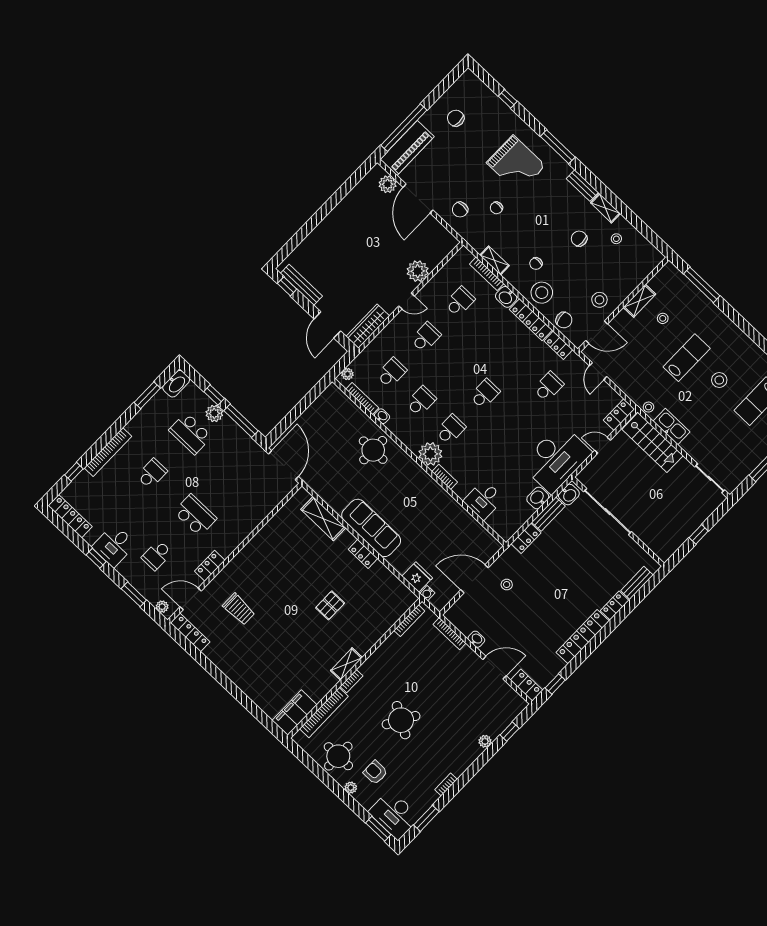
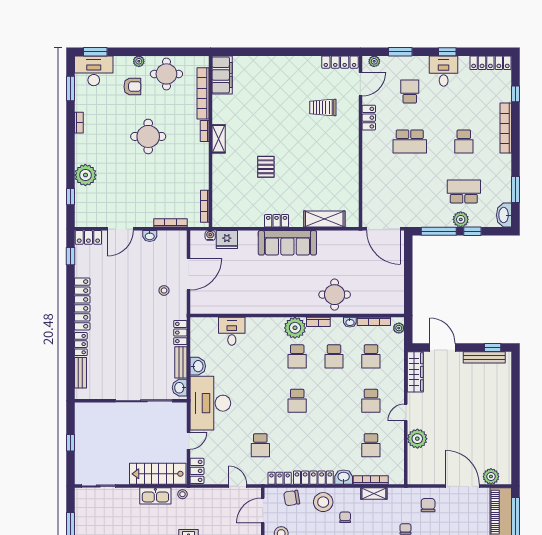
bookcase: (445, 477) -> (318, 322), moved
round table: (401, 720) -> (148, 136), turned -30
plant: (485, 741) -> (85, 175), width x1.88, depth x1.88

